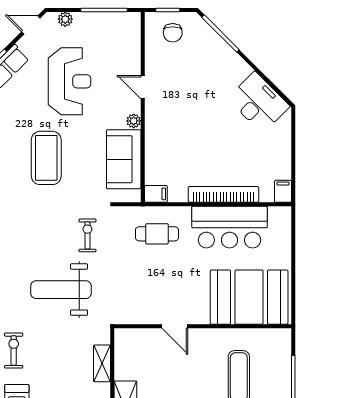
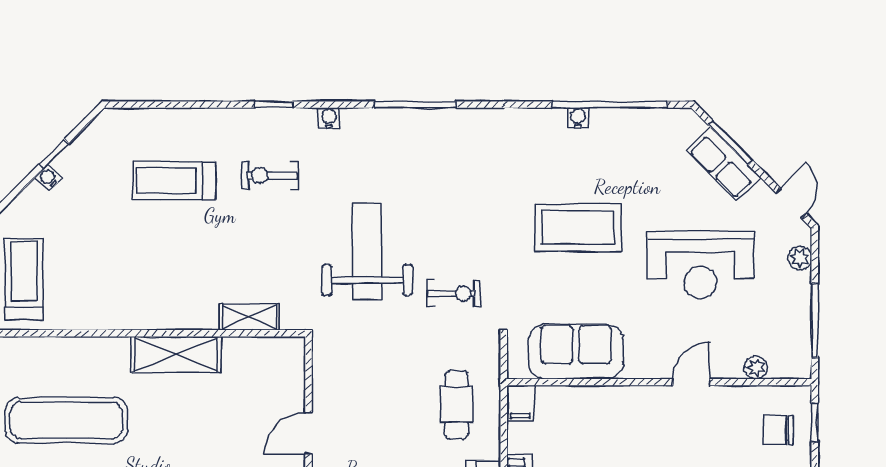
plant: (134, 121) -> (756, 368), moved
exercise bike: (14, 350) -> (270, 176), turned 180

